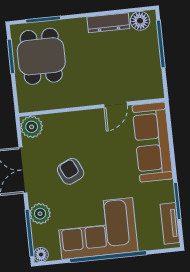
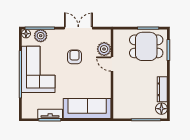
door: (115, 105) -> (112, 64), moved
plant: (32, 127) -> (104, 49), moved
armchair: (71, 171) -> (75, 57), turned -65
plant: (40, 214) -> (41, 36), moved
tv unit: (170, 223) -> (50, 114), moved

